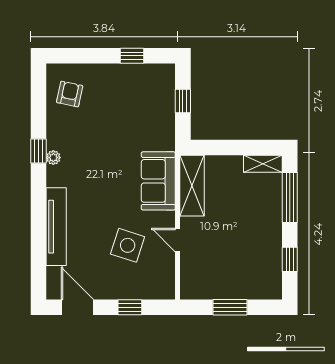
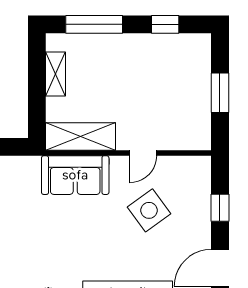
shelving: (263, 164) -> (56, 74), moved
side table: (128, 245) -> (149, 210), turned 36

